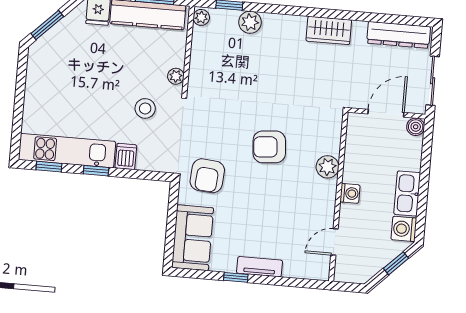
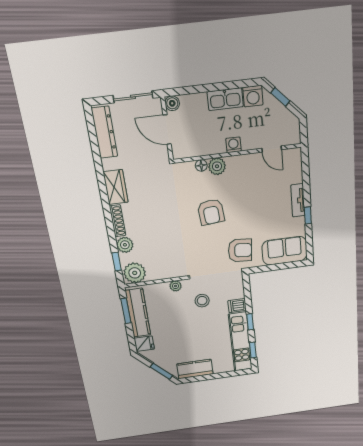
plant: (201, 17) -> (135, 273), width x1.88, depth x1.88
shoe rack: (284, 21) -> (118, 221), added
kitchen counter: (39, 75) -> (195, 369), added
floor lamp: (333, 147) -> (201, 165), added

